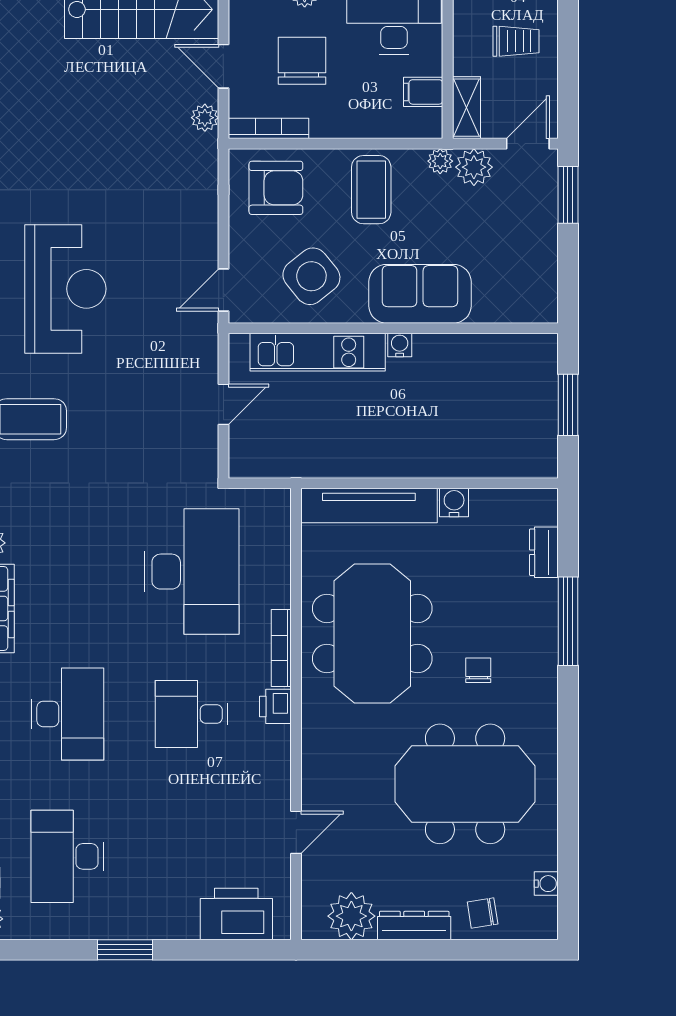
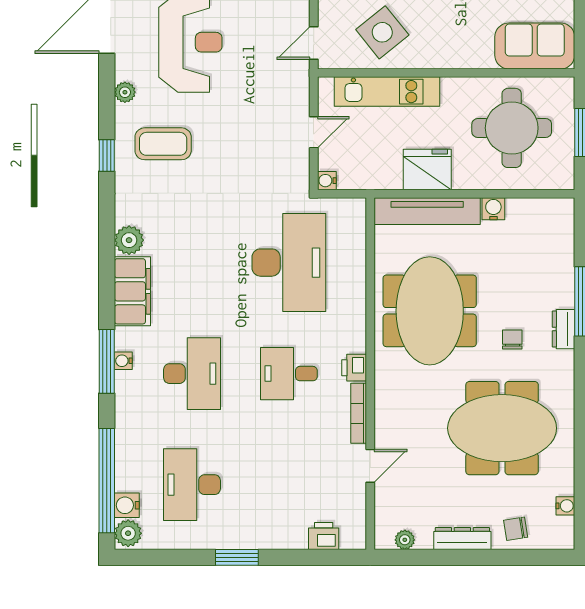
sofa: (420, 294) -> (535, 46), moved
water cooler: (400, 345) -> (327, 181), moved, turned -90
round table: (477, 399) -> (512, 128), added
fridge: (369, 452) -> (427, 170), added
dresser: (544, 552) -> (563, 329), moved
bookcase: (281, 648) -> (359, 413), moved
printer: (236, 914) -> (324, 536), width x0.53, depth x0.68
plant: (351, 916) -> (405, 540), width x0.53, depth x0.53

